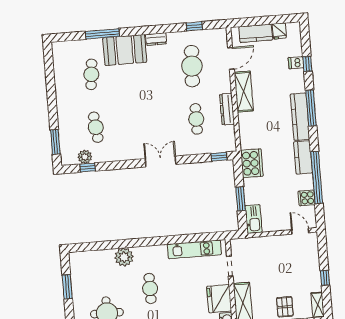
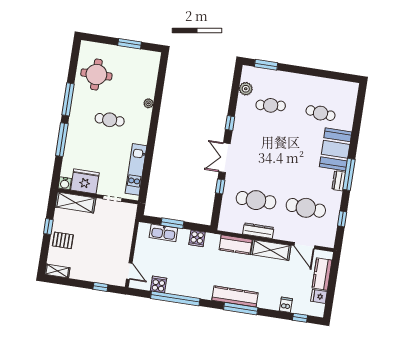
window: (102, 34) -> (349, 174), moved
window: (307, 64) -> (300, 318), moved
cafe table: (196, 119) -> (256, 200), width x1.37, depth x1.35
window: (219, 157) -> (220, 186), moved
kitchen counter: (303, 157) -> (236, 245), moved, turned 180
double door: (161, 162) -> (225, 158), swing flipped
cooker: (252, 163) -> (197, 238), width x0.53, depth x0.76
window: (88, 168) -> (230, 123), moved
kitchen sink: (254, 219) -> (163, 233), moved
door: (300, 231) -> (129, 271), hinge flipped
plant: (124, 257) -> (149, 103), width x0.53, depth x0.53
window: (325, 278) -> (100, 287), moved

